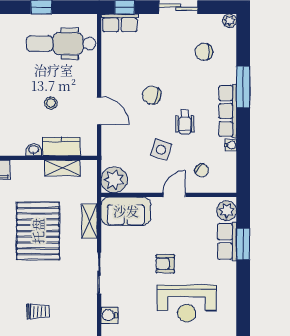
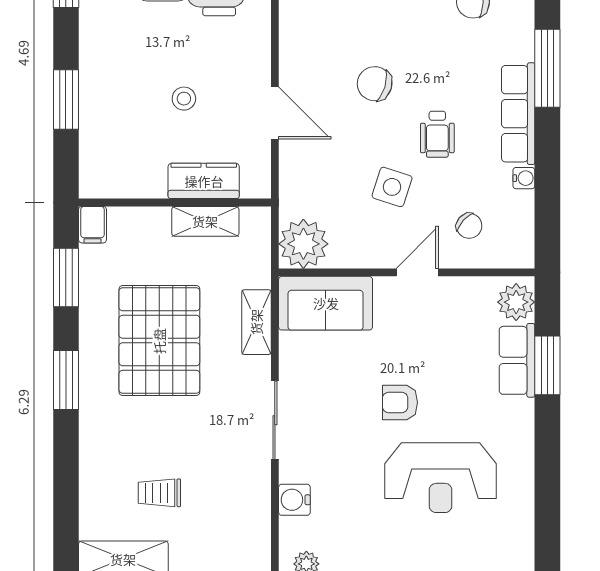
washbasin: (34, 150) -> (151, 187), removed
trolley: (38, 311) -> (159, 493), turned 180

